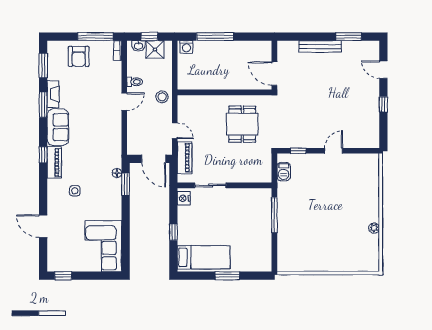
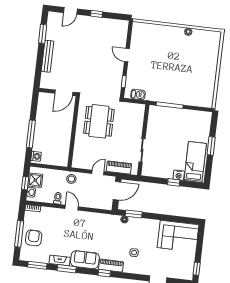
window: (95, 37) -> (19, 234), moved
armchair: (79, 56) -> (34, 238), turned -90
dining table: (242, 124) -> (99, 121), width x1.37
nightstand: (184, 198) -> (179, 175), moved

